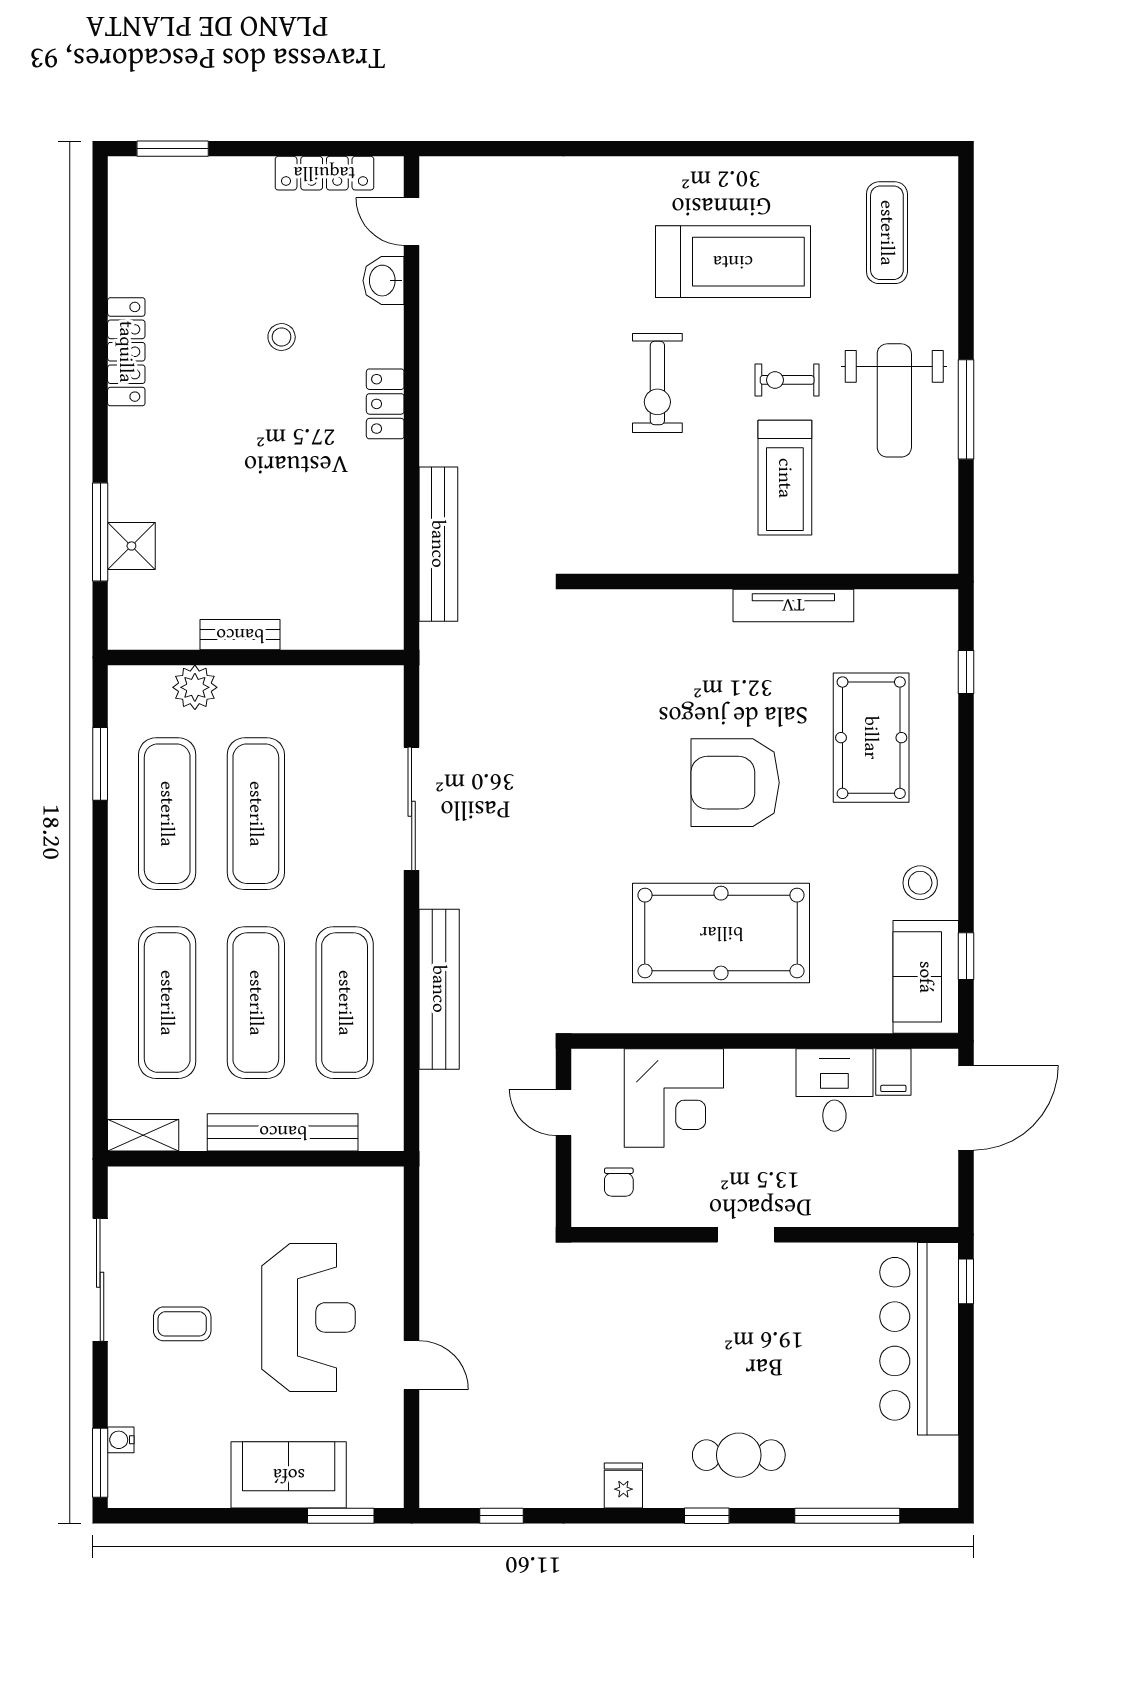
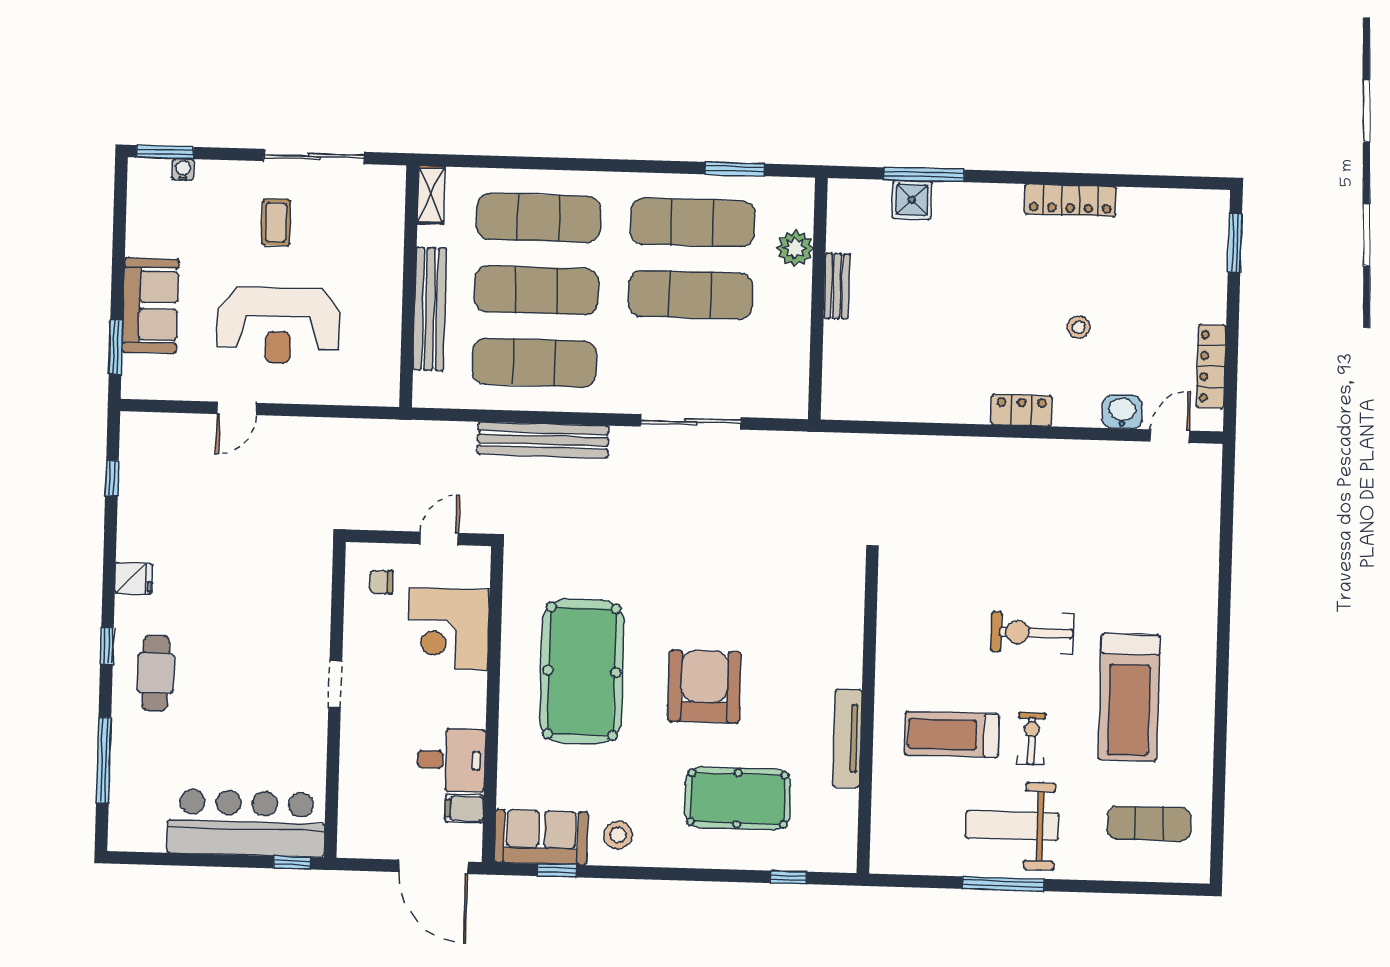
bench: (438, 544) -> (906, 450), removed

